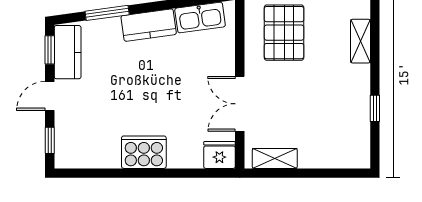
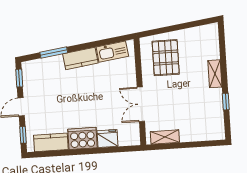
shelving: (360, 41) -> (215, 74), moved
kitchen counter: (68, 52) -> (51, 142), moved, turned -90
fridge: (219, 155) -> (108, 139), moved

